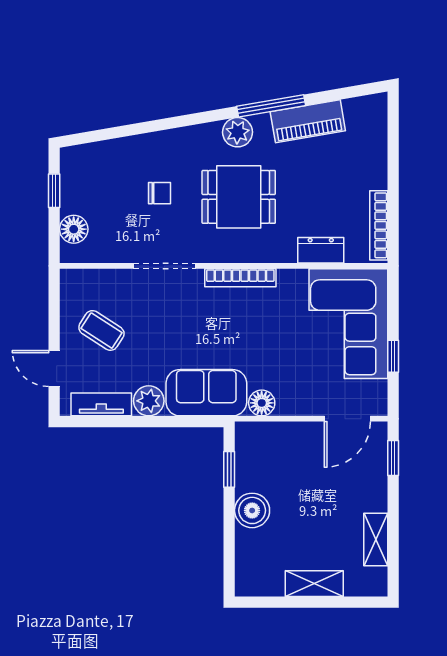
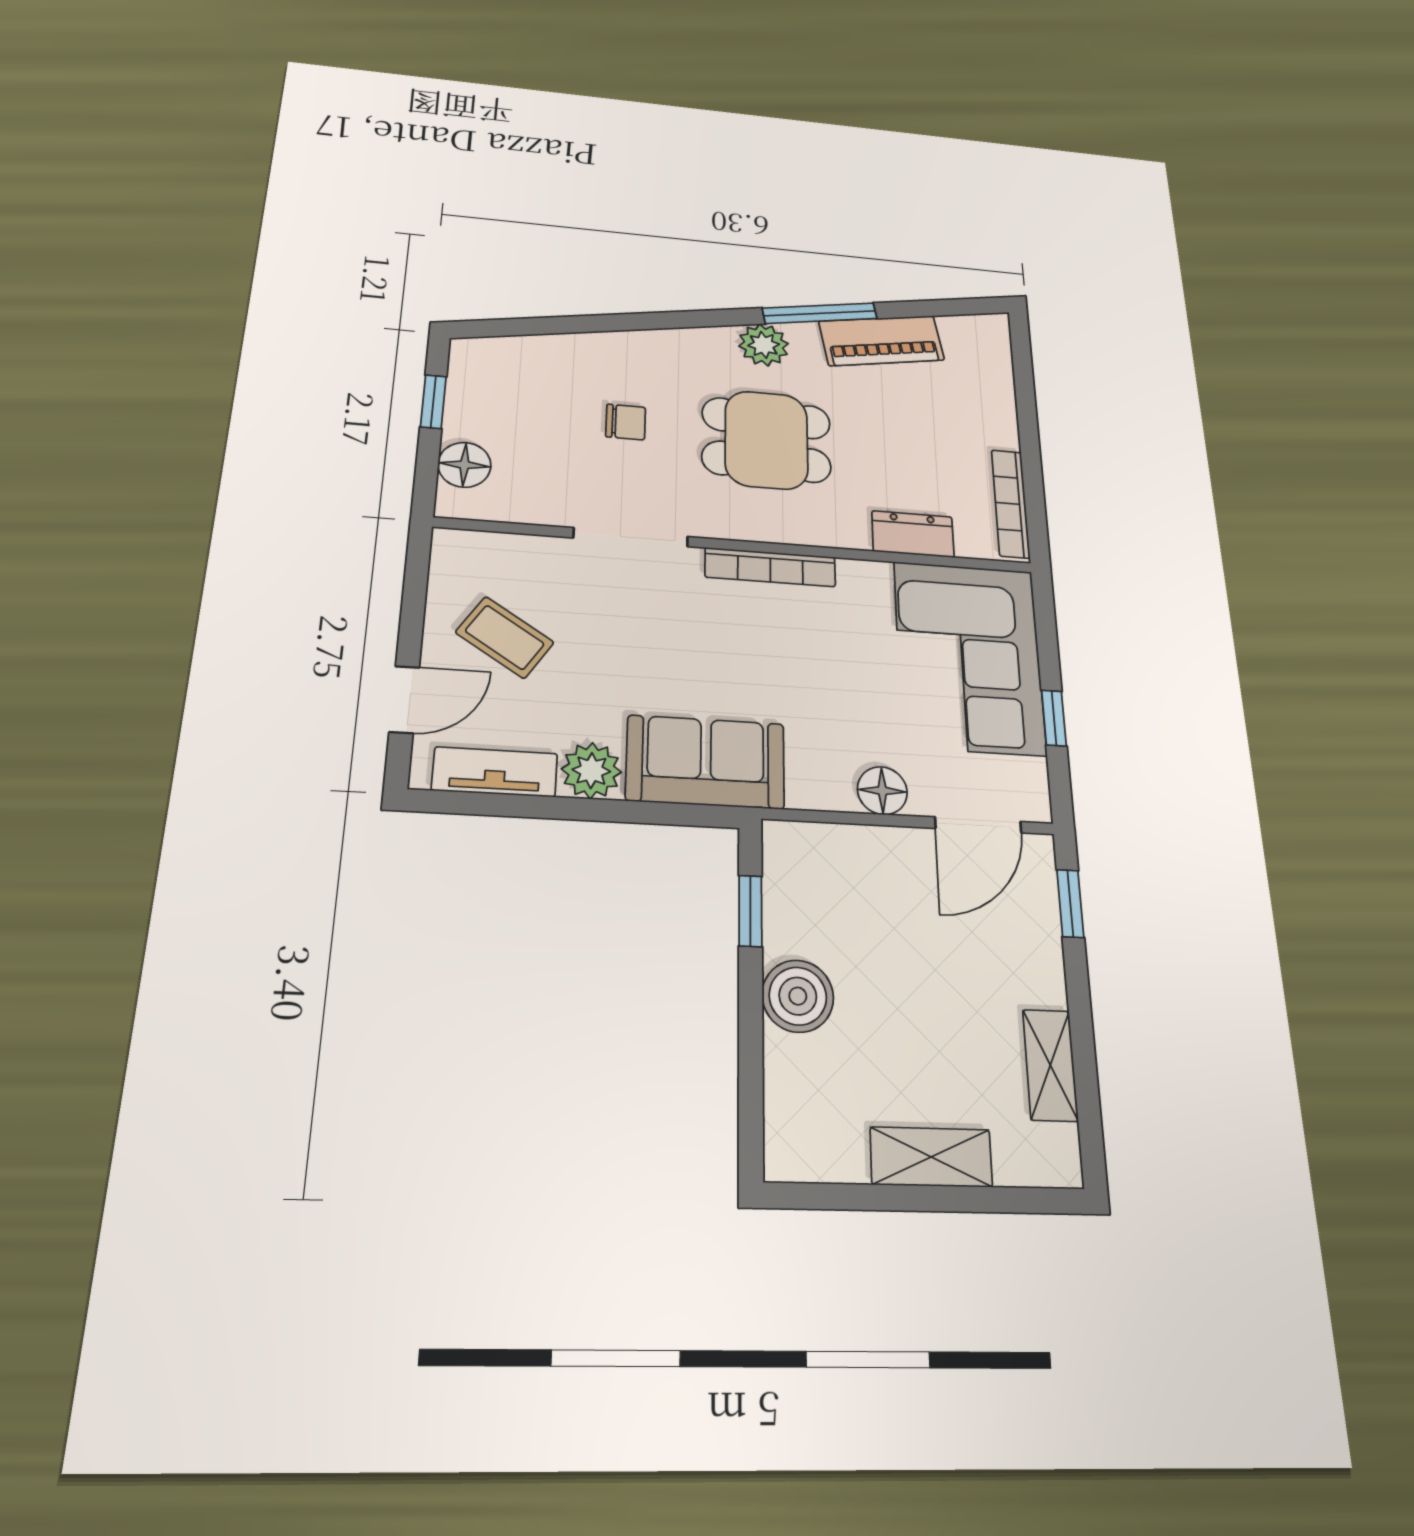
door: (54, 369) -> (404, 700), swing flipped
floor lamp: (262, 403) -> (882, 791), moved

